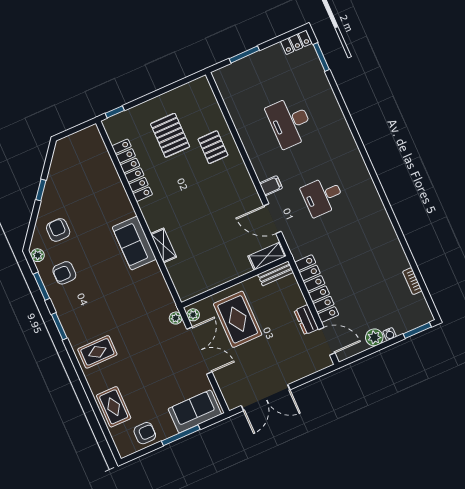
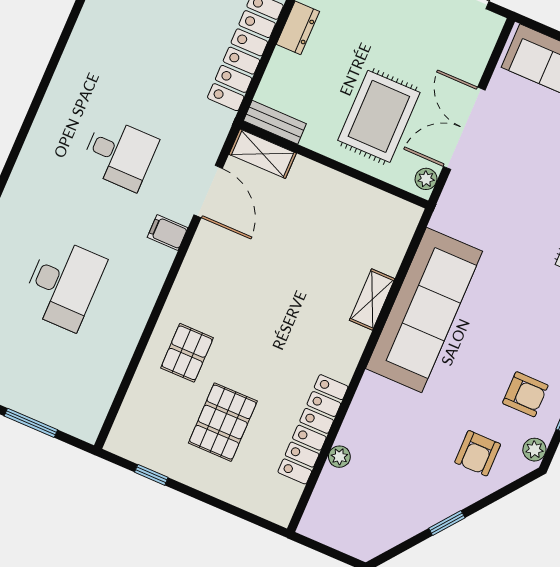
window: (115, 112) -> (151, 475), moved
sofa: (134, 243) -> (424, 310), width x1.85, depth x1.27
plant: (176, 318) -> (339, 457), moved

